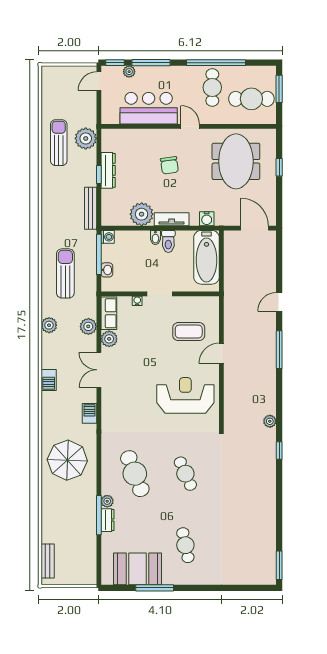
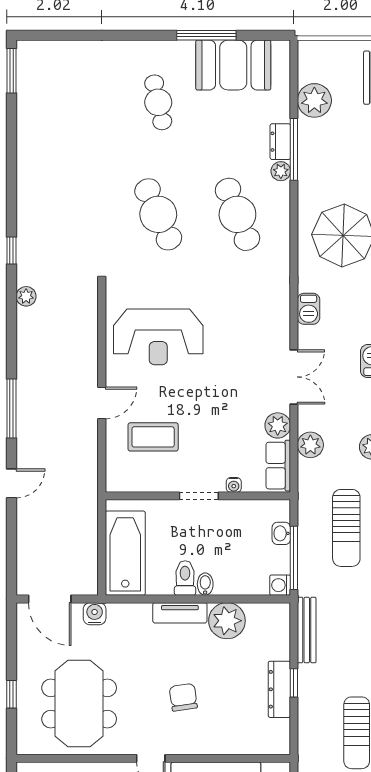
plant: (86, 138) -> (314, 100), moved
water cooler: (207, 219) -> (95, 614), moved
cafe table: (185, 474) -> (158, 214), width x1.37, depth x1.35

